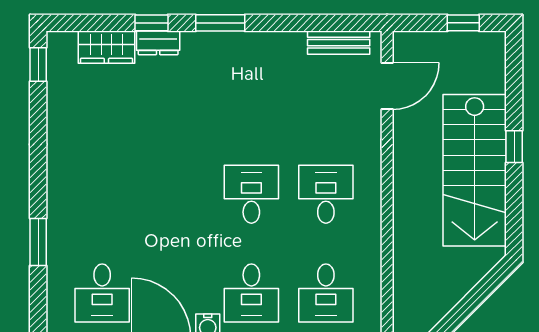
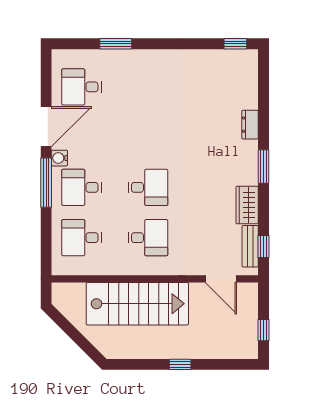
window: (152, 23) -> (263, 247), moved
wardrobe: (106, 47) -> (247, 205), moved
stairs: (475, 170) -> (137, 304), moved, turned 180

